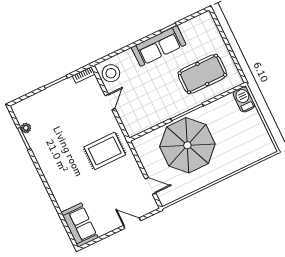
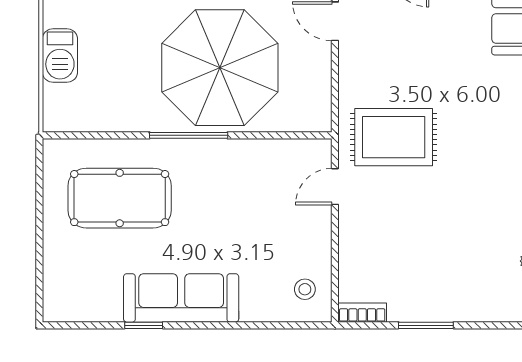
stool: (111, 73) -> (305, 289), width x0.53, depth x0.53
barbecue: (244, 99) -> (60, 56), moved
door: (110, 102) -> (335, 187), moved

